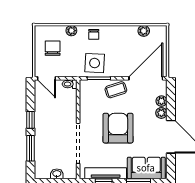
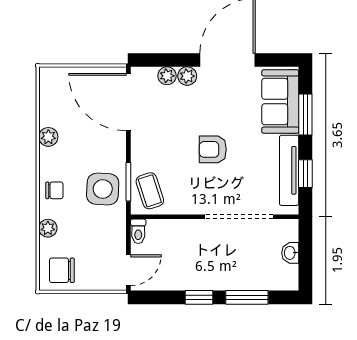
plant: (144, 31) -> (48, 137), moved
chair: (53, 48) -> (62, 270), moved
coffee table: (116, 90) -> (150, 191), moved
armchair: (118, 128) -> (213, 149), width x0.53, depth x0.53

